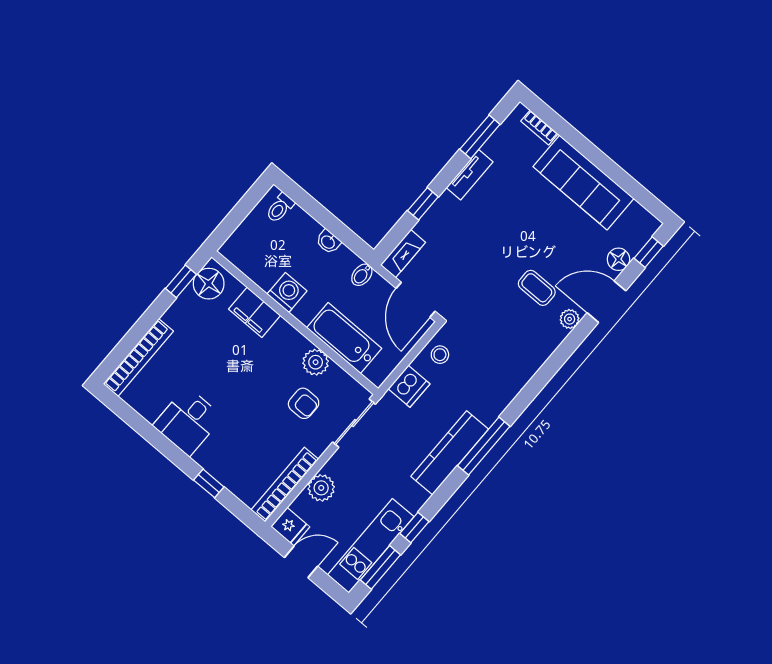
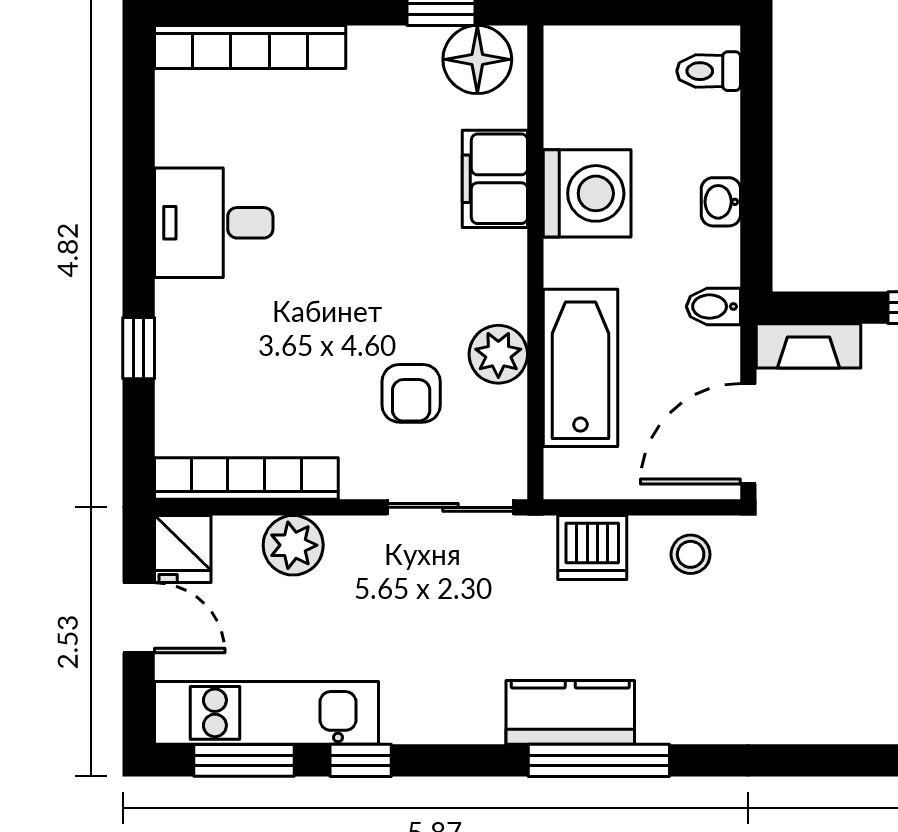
washing machine: (287, 293) -> (587, 193), width x1.37, depth x1.37
kitchen counter: (450, 453) -> (570, 712), width x0.67

